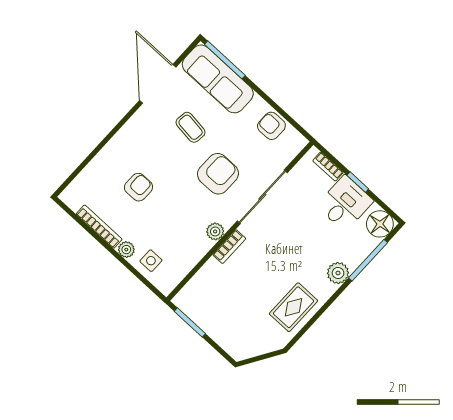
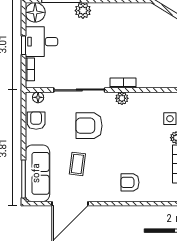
armchair: (271, 126) -> (36, 121), turned 180
floor lamp: (293, 149) -> (38, 97), added
armchair: (138, 187) -> (130, 182), moved
rug: (294, 307) -> (124, 18), removed

